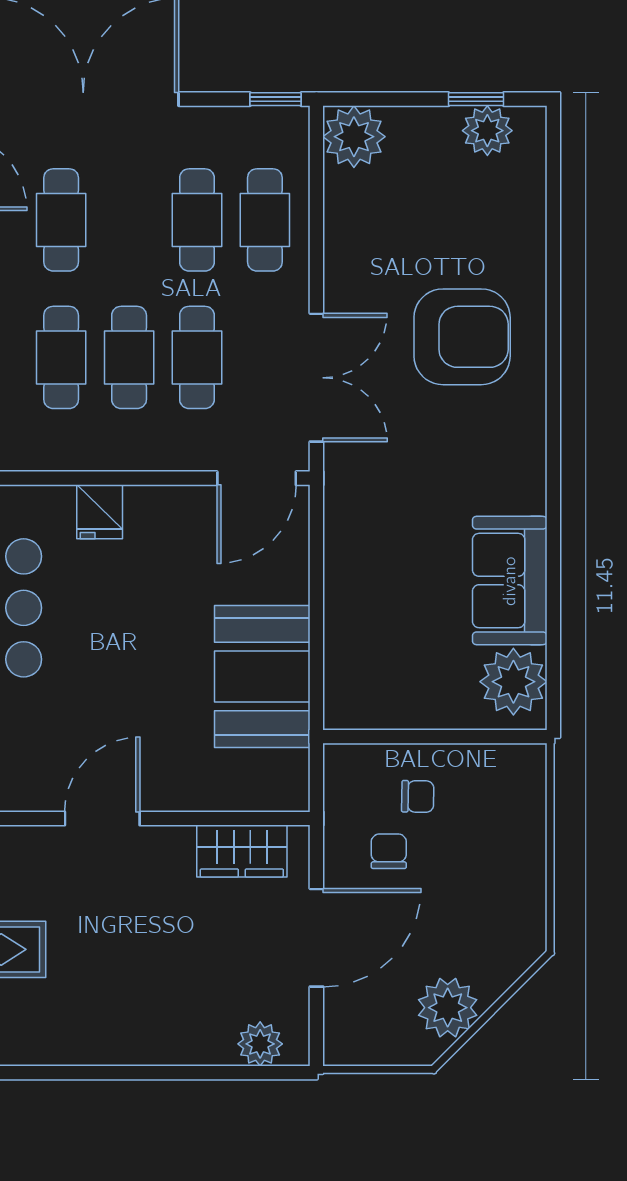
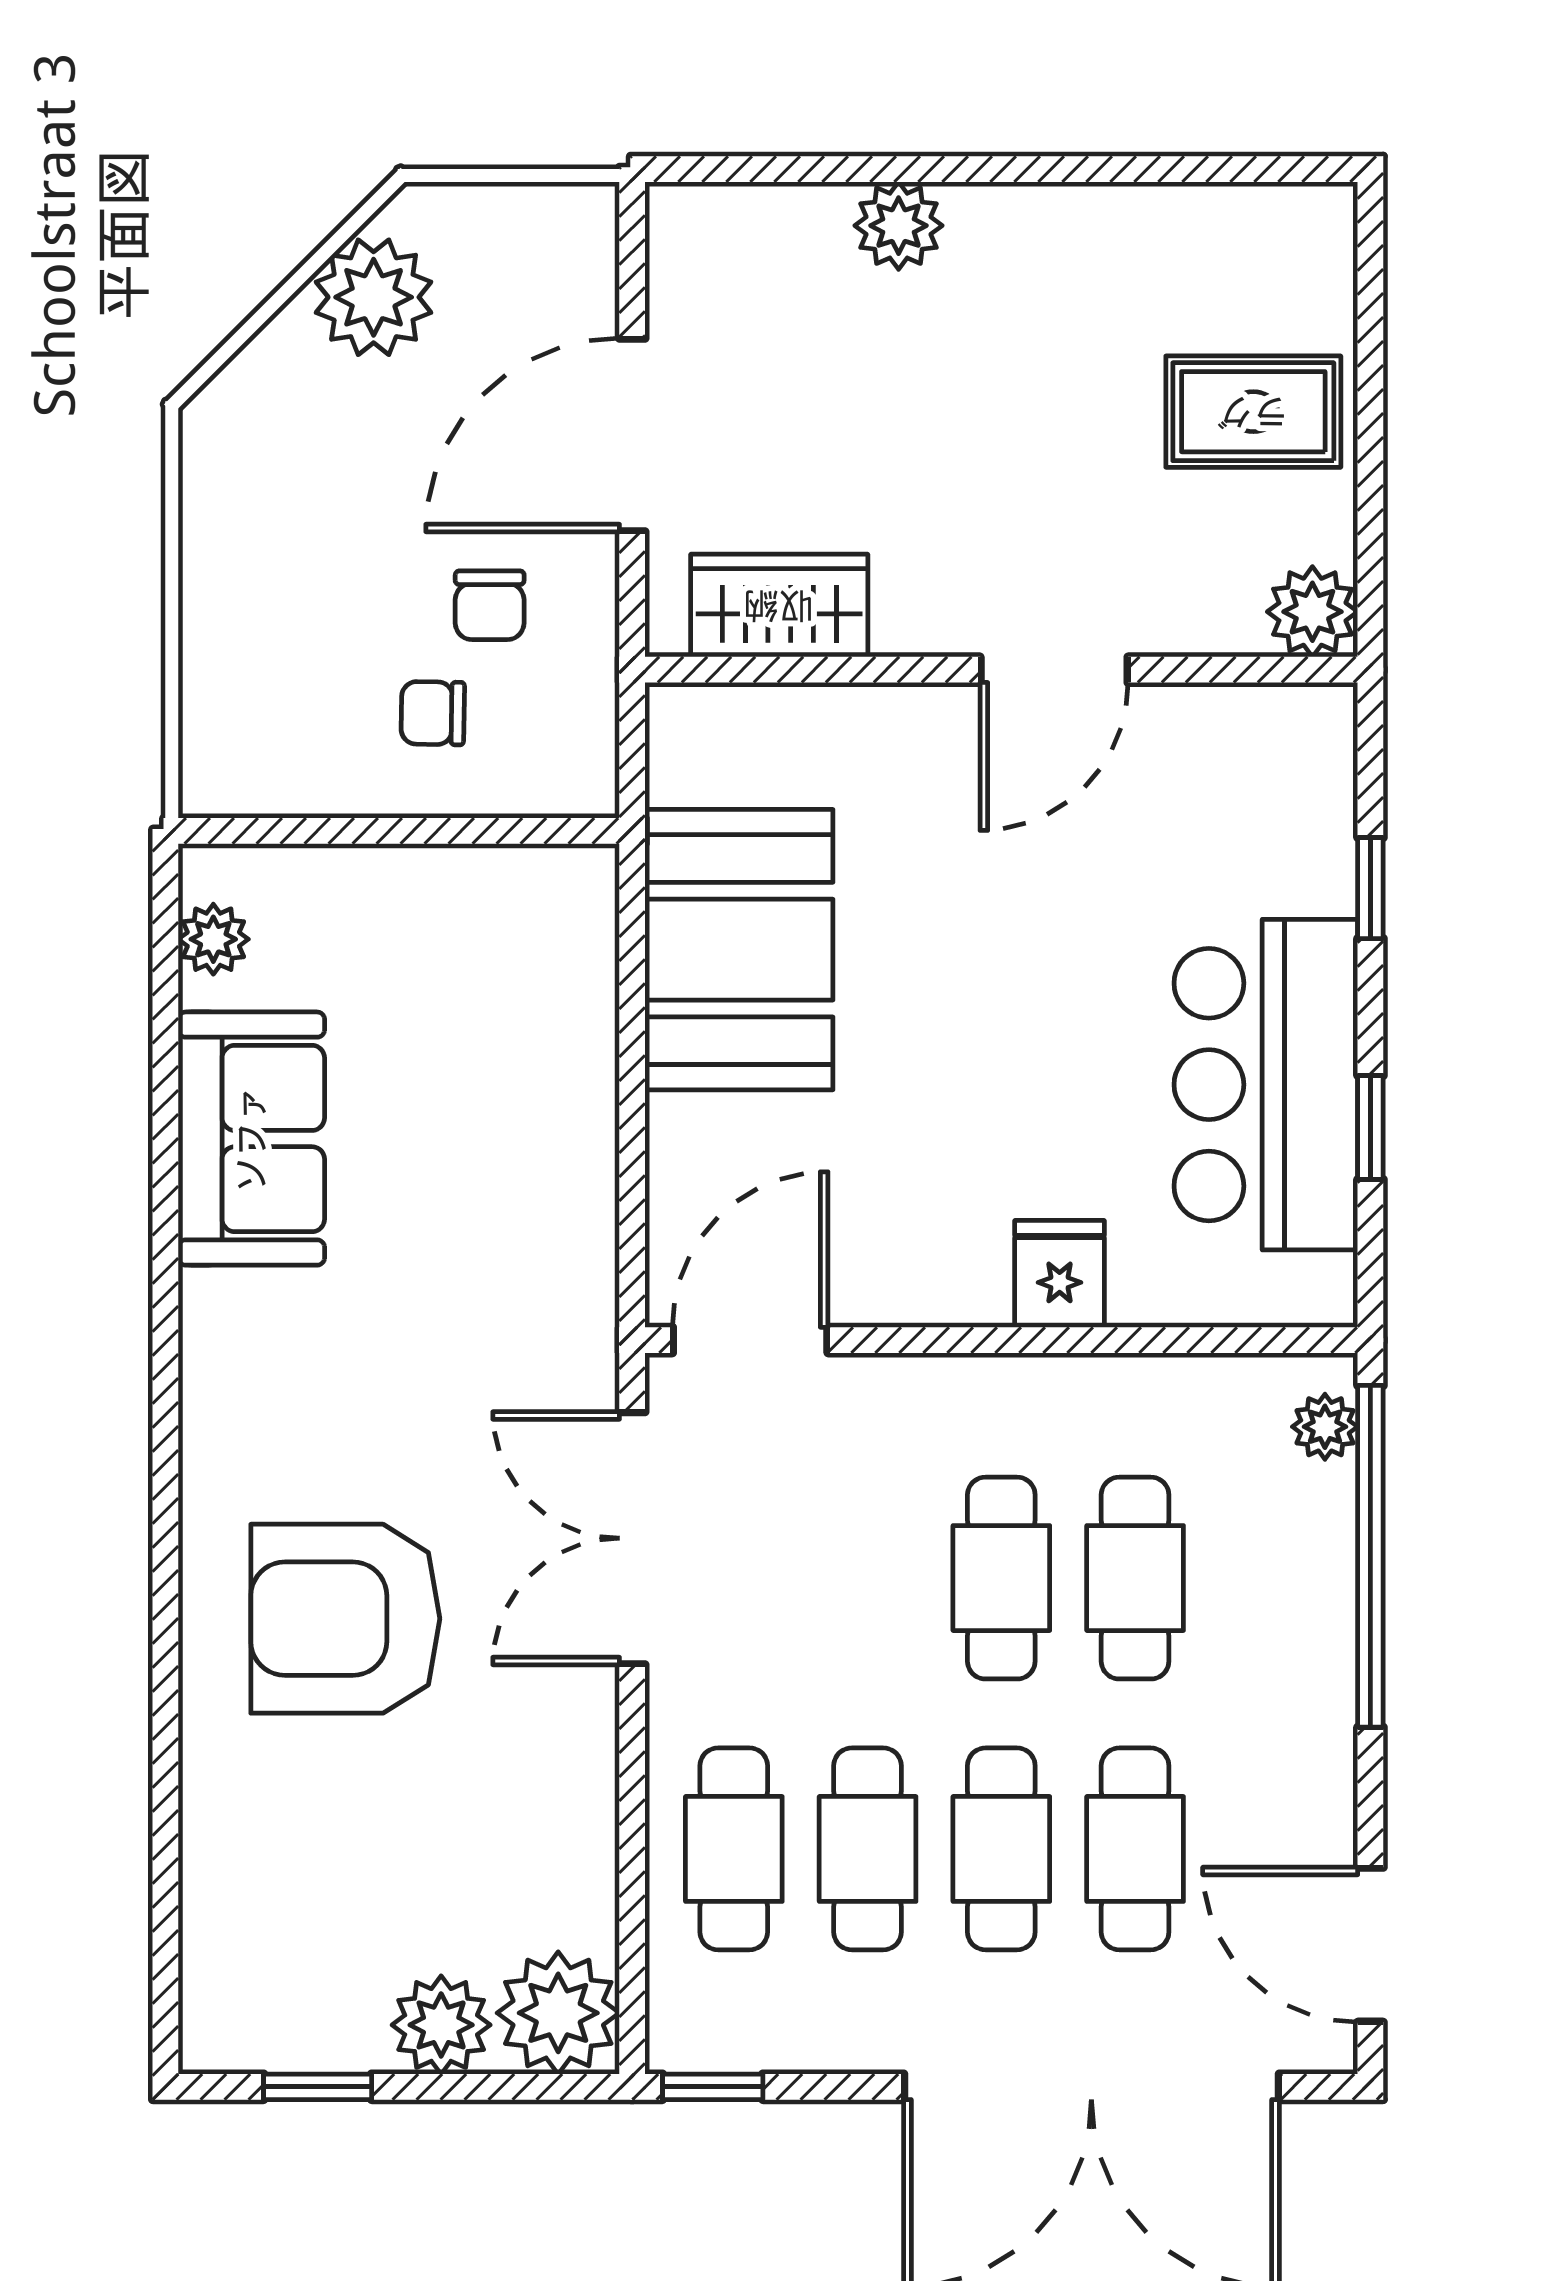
plant: (487, 131) -> (441, 2025), moved
cafe table: (197, 357) -> (1001, 1849), moved
plant: (513, 682) -> (213, 939), width x0.53, depth x0.53
plant: (260, 1044) -> (899, 226), moved

